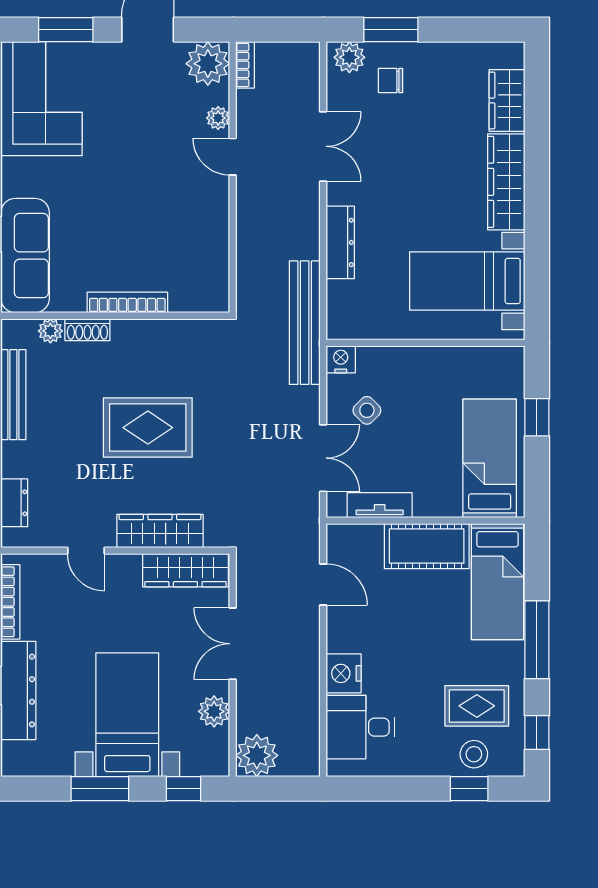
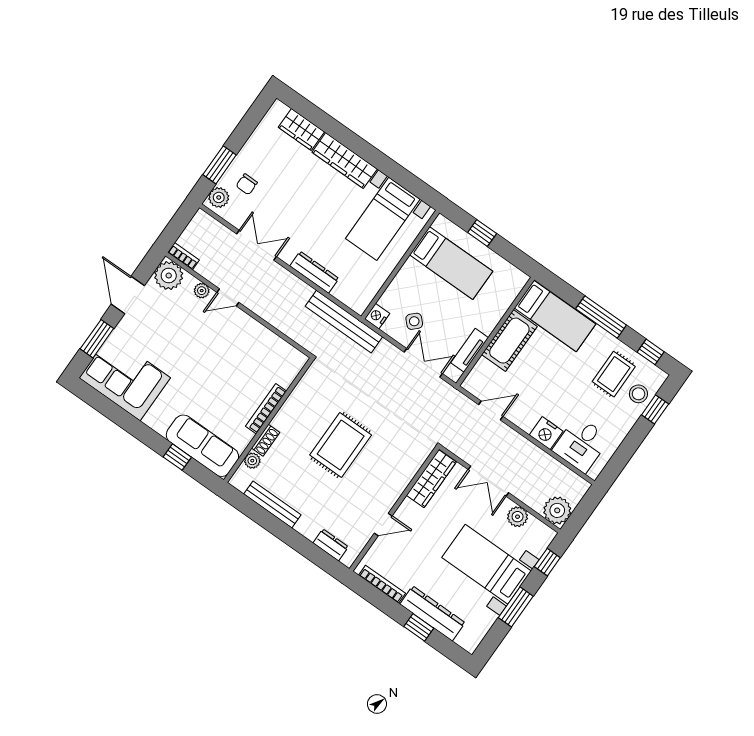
bed: (490, 458) -> (451, 263), moved, turned 180
wardrobe: (160, 531) -> (401, 478), removed

